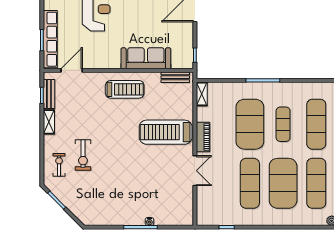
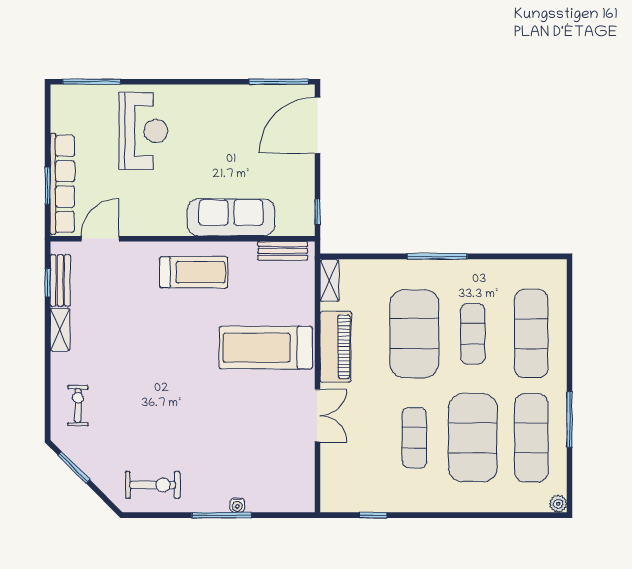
piano: (203, 137) -> (336, 347), width x1.37, depth x1.33
exercise bike: (83, 155) -> (153, 485), moved, turned -90
exercise mat: (250, 183) -> (414, 438), width x0.73, depth x0.69

